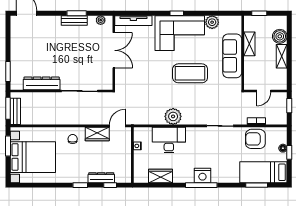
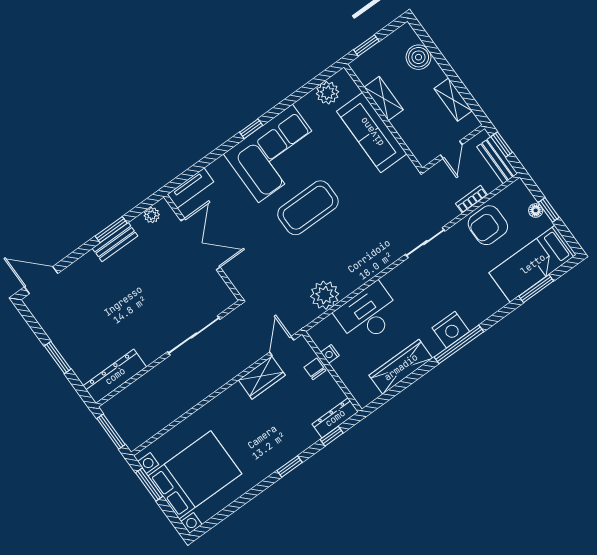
tv unit: (133, 21) -> (190, 188), width x0.71
plant: (212, 22) -> (327, 93), moved
shelving: (282, 56) -> (453, 100), moved
window: (8, 71) -> (58, 358), moved
coffee table: (190, 73) -> (308, 208), moved
dresser: (42, 83) -> (115, 376), moved
bench: (15, 111) -> (497, 160), moved
plant: (173, 116) -> (325, 295), moved
chair: (73, 139) -> (315, 369), moved
wardrobe: (160, 176) -> (401, 367), width x1.50
dresser: (101, 178) -> (335, 418), moved

